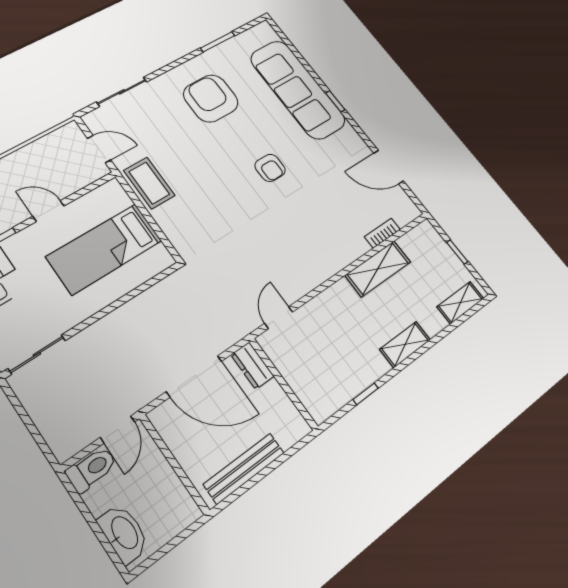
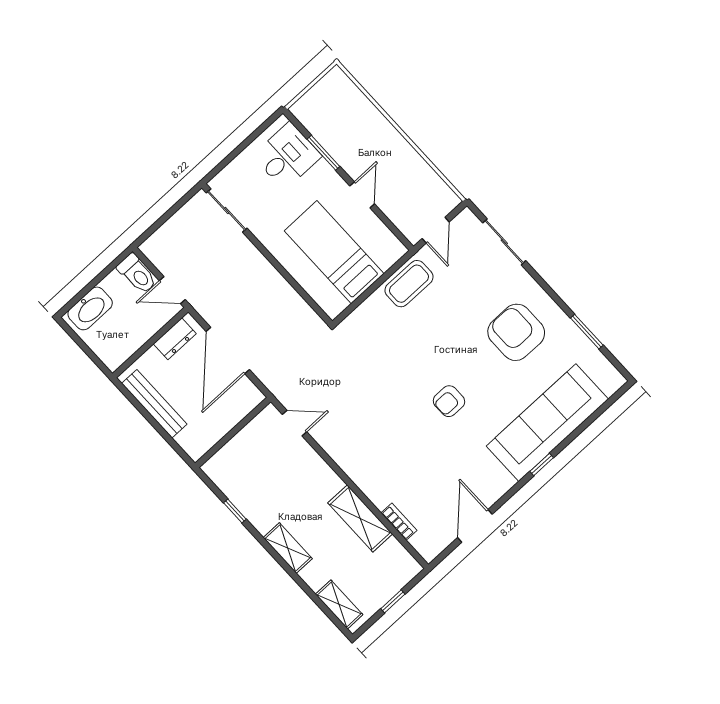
armchair: (211, 98) -> (516, 332), turned -90
dresser: (252, 366) -> (175, 339), moved, turned 180

